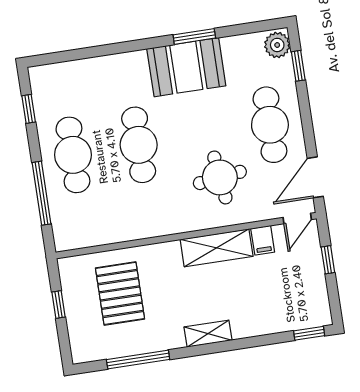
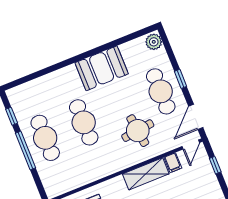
window: (194, 36) -> (102, 48), removed
window: (298, 66) -> (180, 79), moved
window: (42, 193) -> (25, 151), moved

